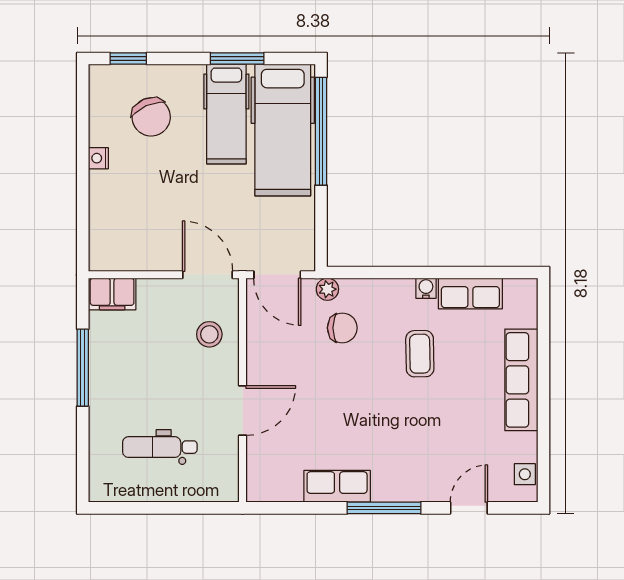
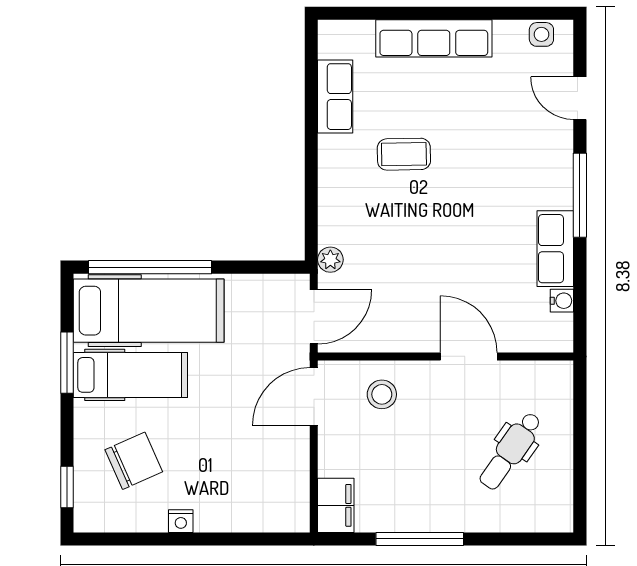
water cooler: (426, 288) -> (562, 301), moved, turned 180
chair: (342, 328) -> (375, 243), removed
dental chair: (160, 447) -> (510, 451), turned 35

